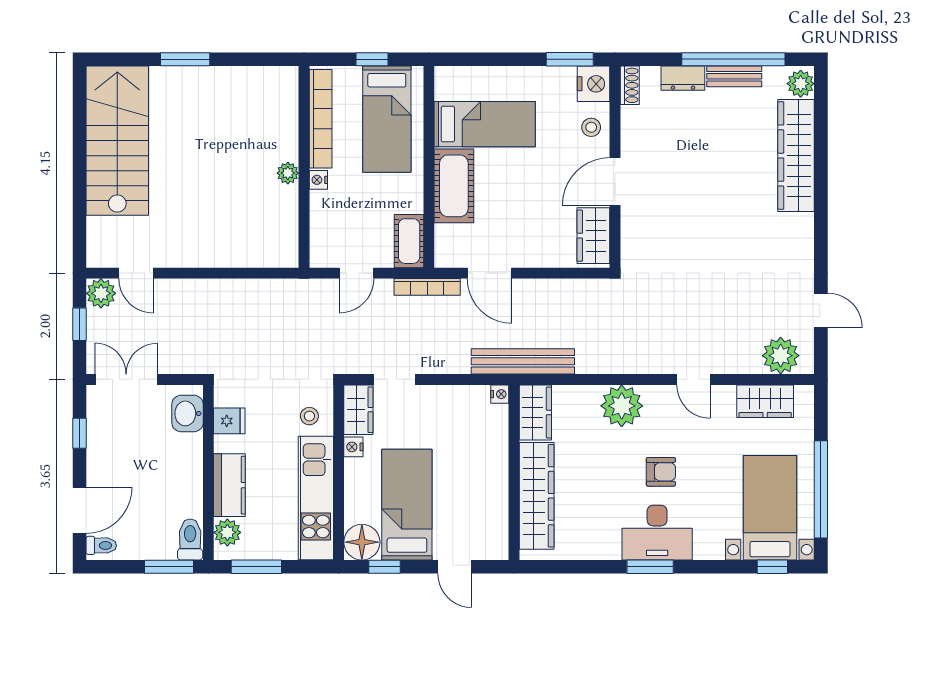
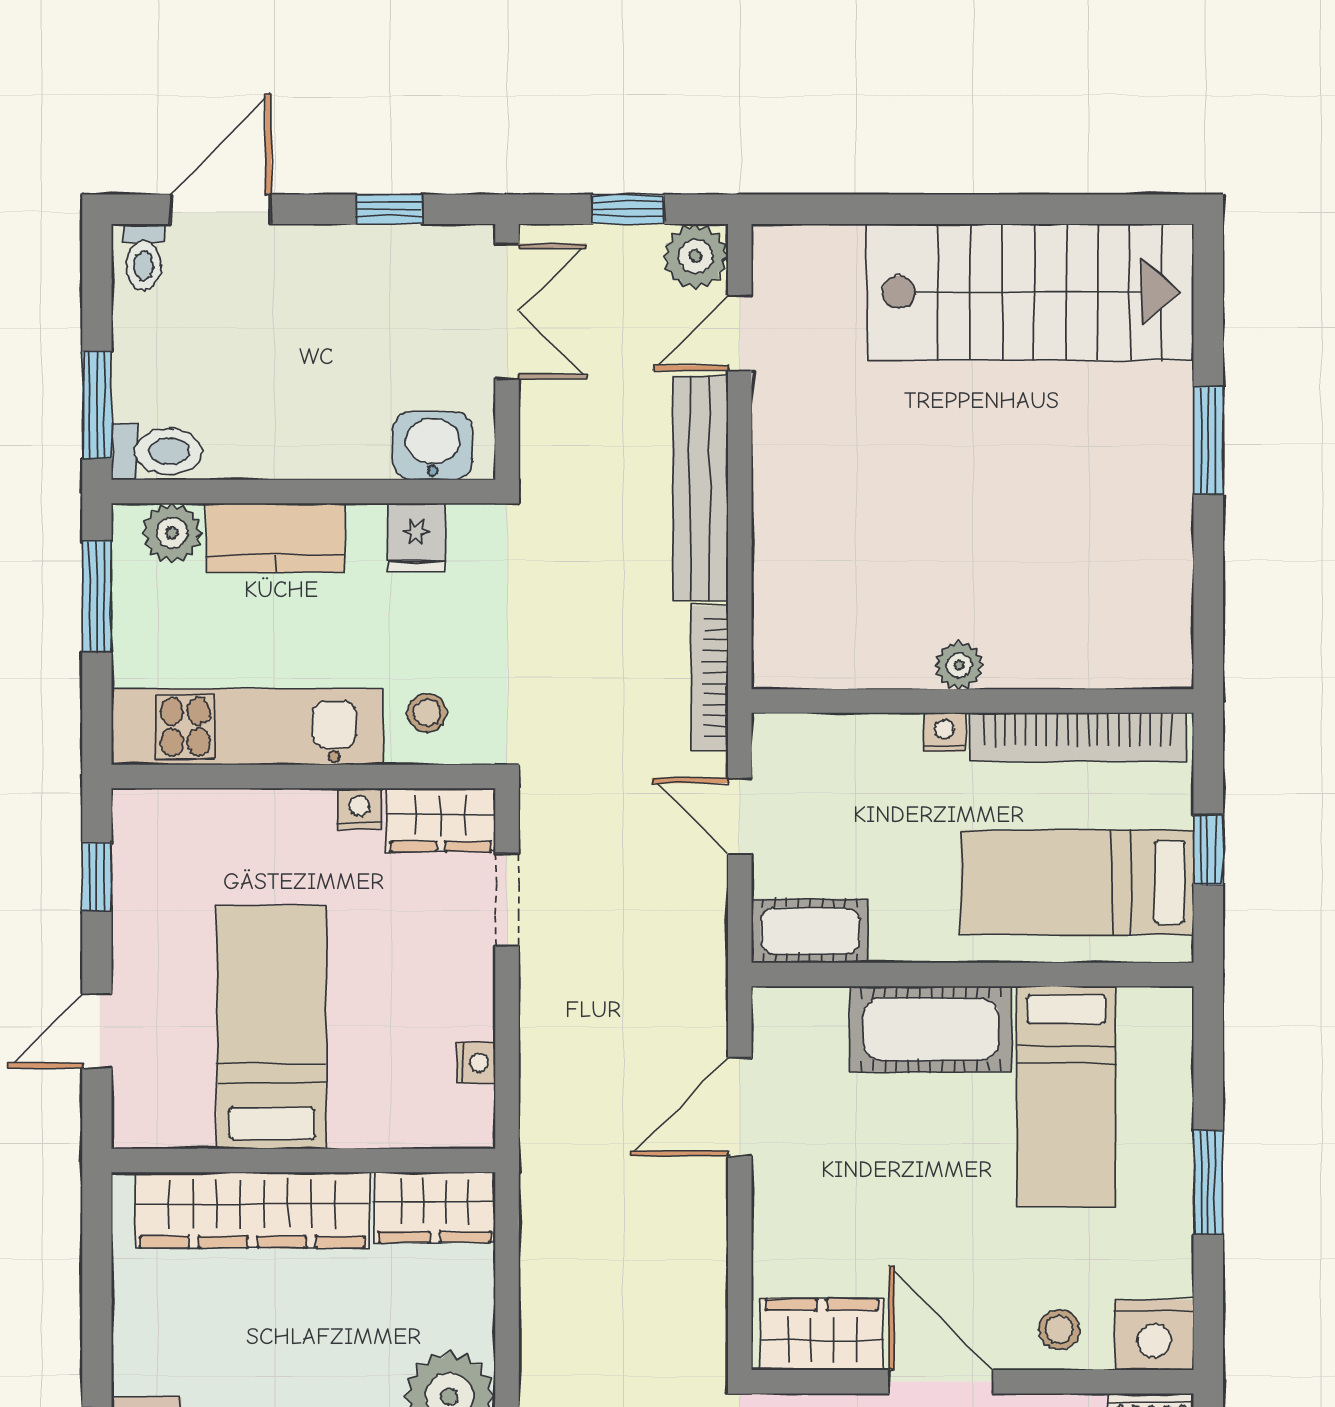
window: (570, 59) -> (1208, 1182), moved
bookcase: (427, 287) -> (710, 678), moved
bench: (523, 361) -> (700, 488), moved
nightstand: (500, 394) -> (476, 1063), moved, turned -90
bed: (407, 505) -> (272, 1027), moved, turned -90
door: (79, 510) -> (221, 209), swing flipped
floor lamp: (362, 542) -> (151, 828), removed

